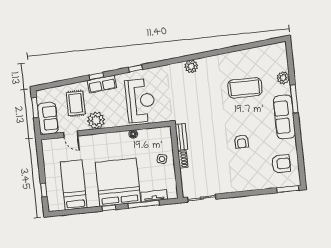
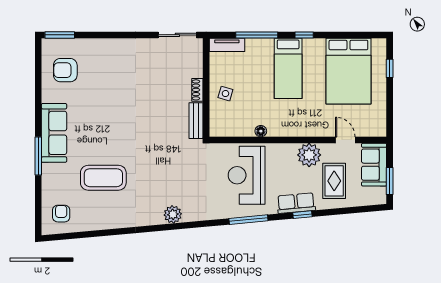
window: (135, 68) -> (248, 220), width x2.17
plant: (283, 78) -> (50, 186), removed
armchair: (242, 142) -> (61, 214), moved
bed: (118, 182) -> (288, 68), width x0.49
bed: (74, 185) -> (348, 71), width x1.50
tv unit: (154, 196) -> (227, 45), moved

